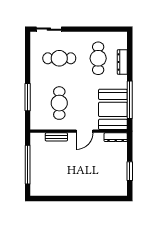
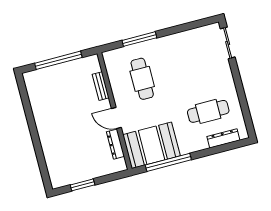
cafe table: (59, 58) -> (196, 65), removed
dresser: (122, 62) -> (223, 138), moved
cafe table: (59, 103) -> (142, 79), turned 90
dresser: (116, 137) -> (115, 144), moved

